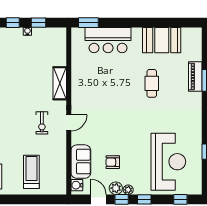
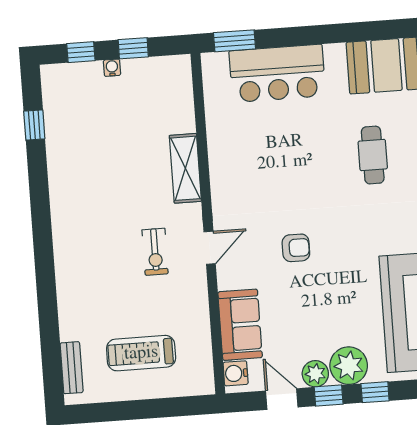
armchair: (113, 162) -> (296, 248), moved, turned 180
treadmill: (31, 172) -> (141, 353), turned -90
plant: (128, 190) -> (349, 366), width x1.88, depth x1.88

